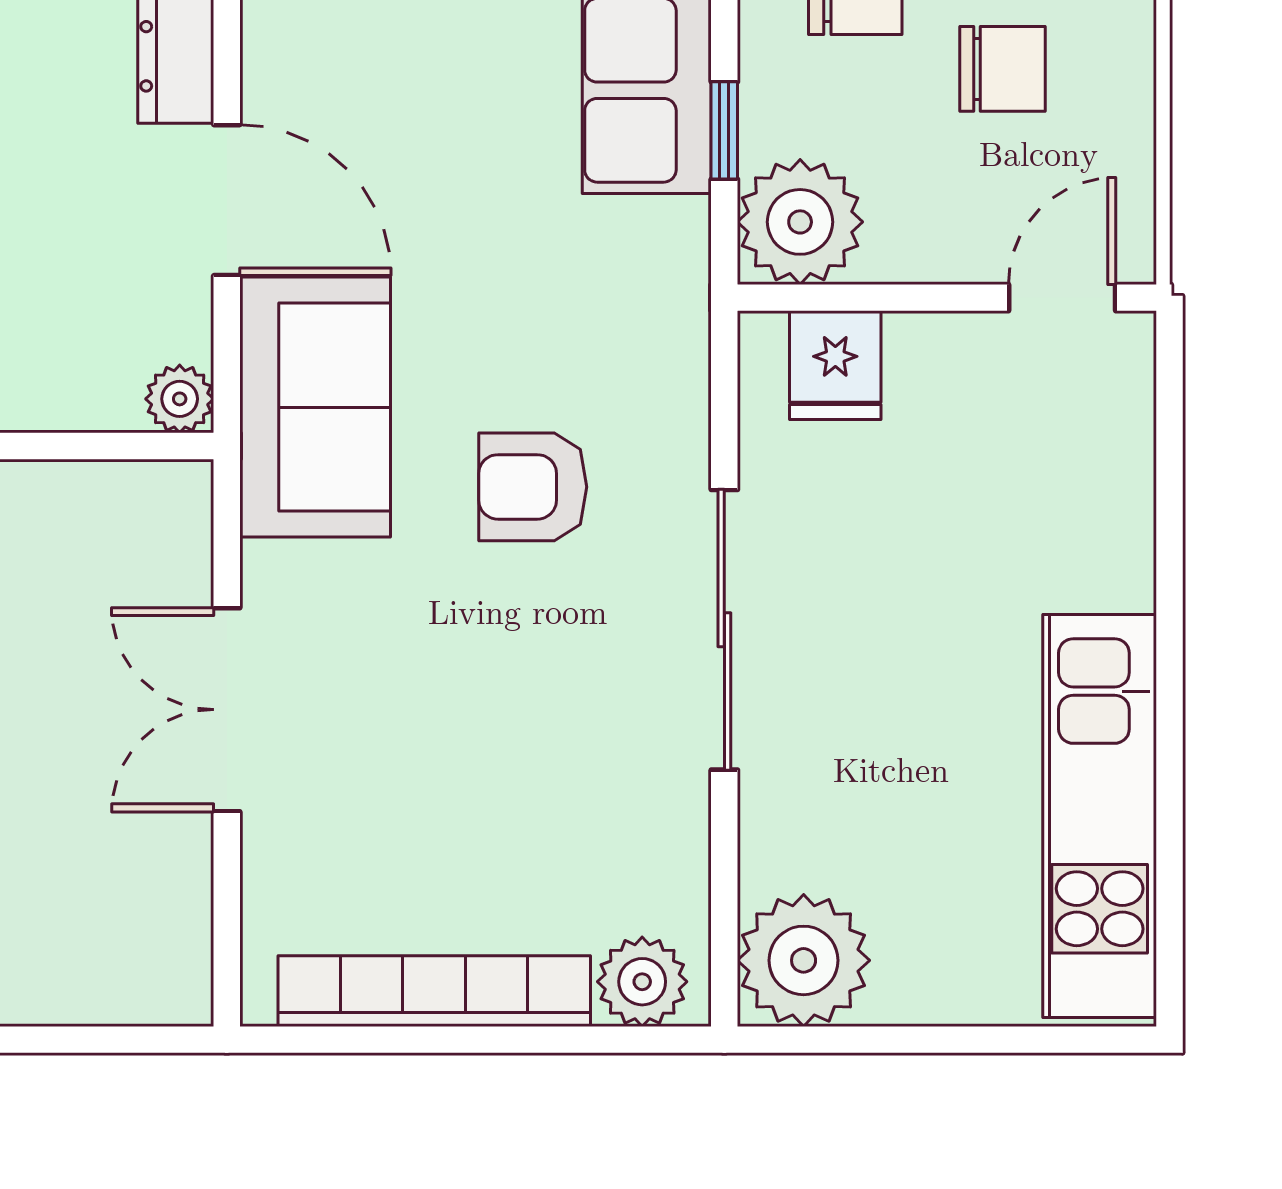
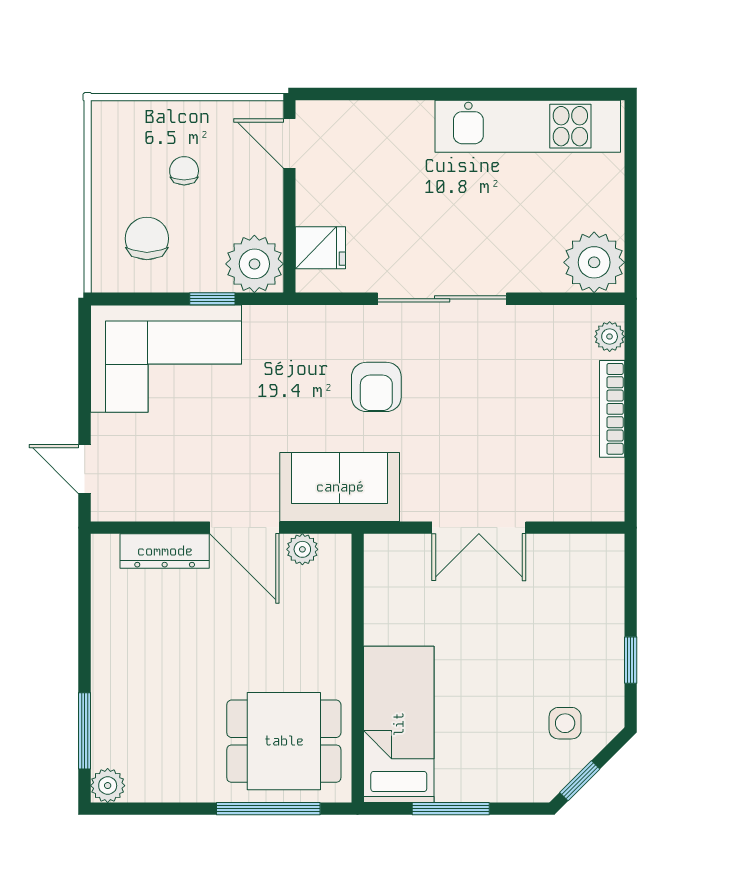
chair: (1002, 69) -> (184, 171), width x0.73, depth x0.73
door: (227, 200) -> (244, 528), swing flipped
plant: (180, 399) -> (302, 549), moved
plant: (642, 982) -> (610, 337), width x0.73, depth x0.73
bookcase: (434, 991) -> (612, 409), width x0.68, depth x0.76

